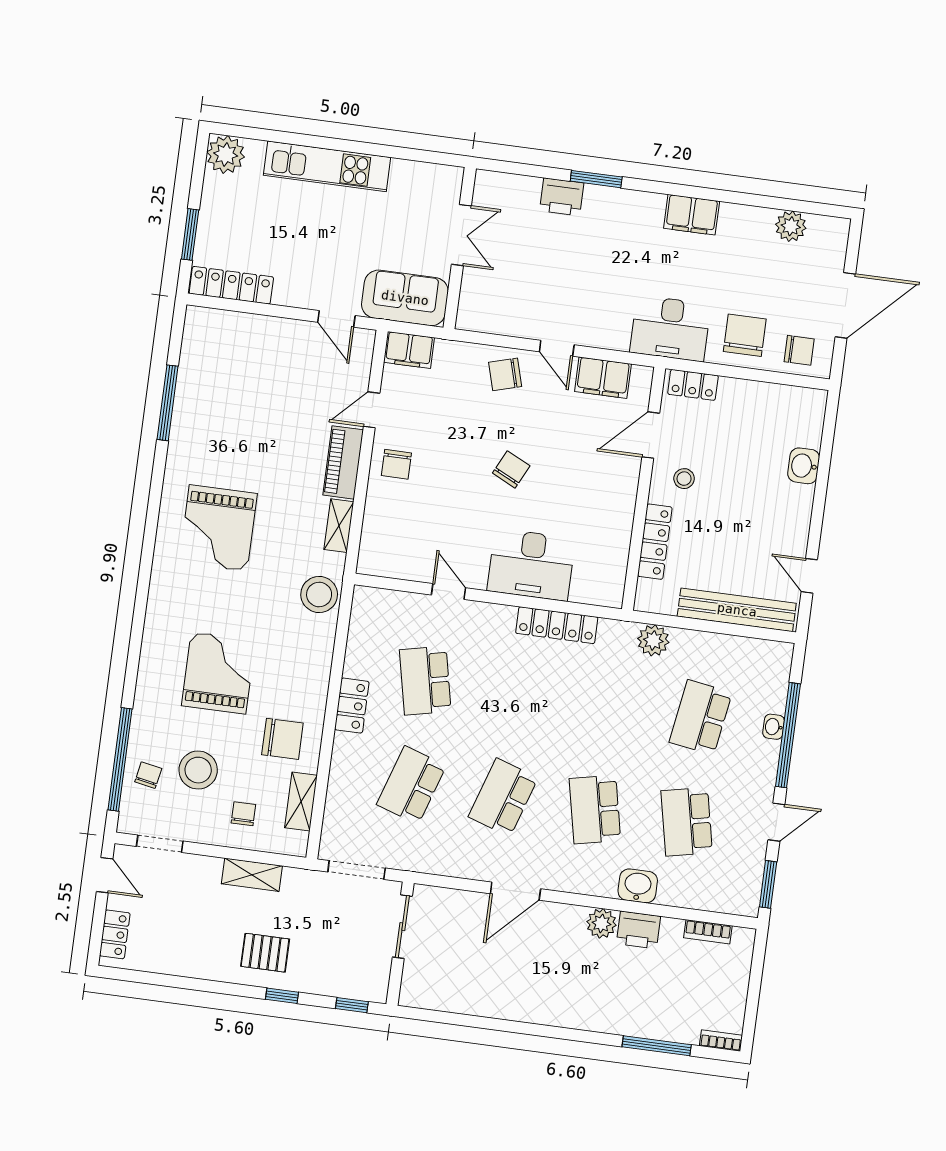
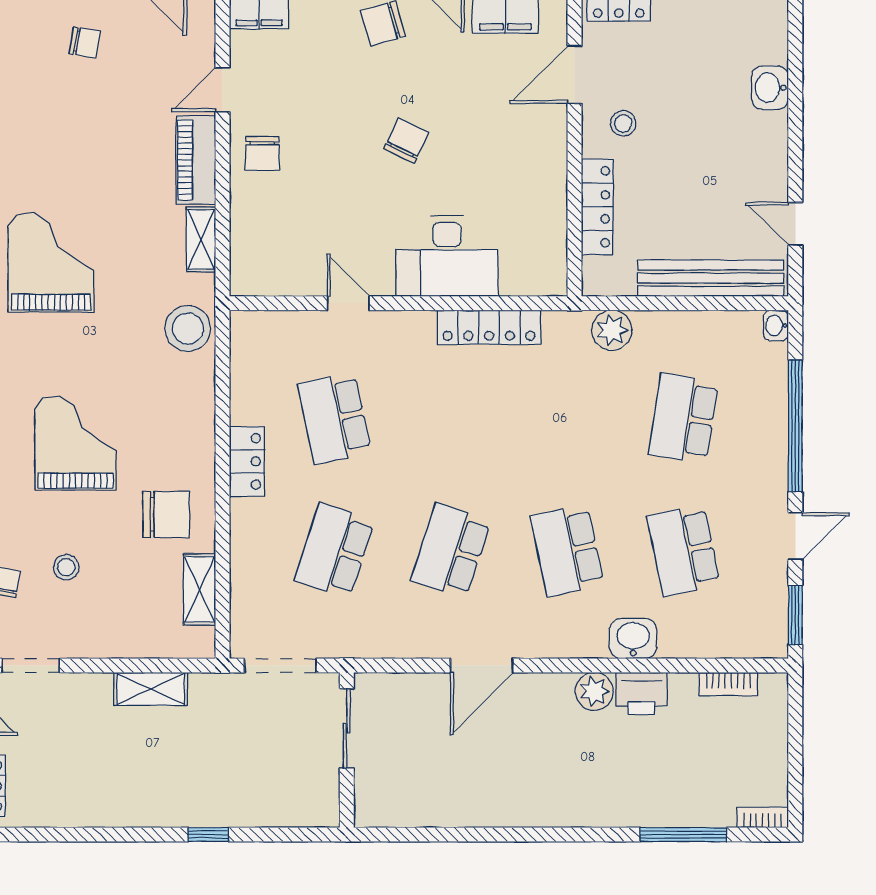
grand piano: (218, 528) -> (51, 262), turned 180
washbasin: (774, 727) -> (776, 325), moved
stool: (198, 770) -> (66, 567), width x0.53, depth x0.53
chair: (243, 814) -> (85, 42), moved, turned 99
pallet: (265, 953) -> (180, 784), removed
window: (352, 1005) -> (297, 835), removed

